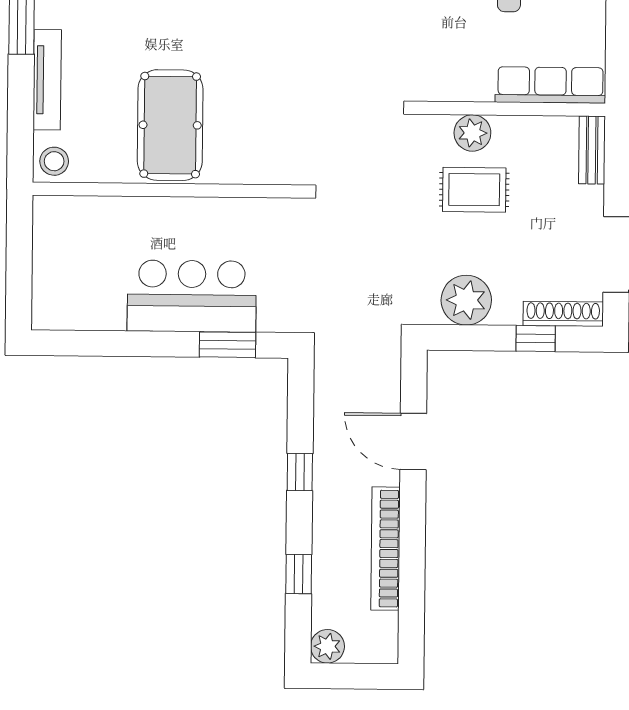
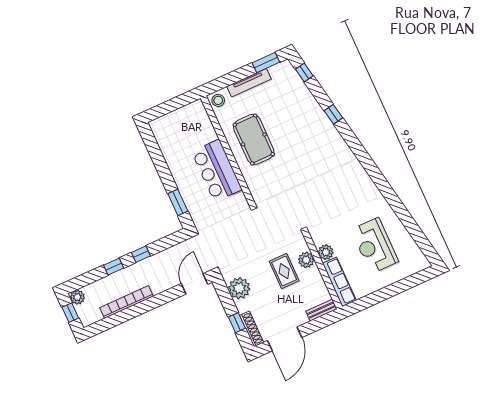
plant: (475, 84) -> (326, 252), added
pool table: (170, 125) -> (254, 139), turned 90
bar counter: (192, 296) -> (217, 171), moved, turned 180
door: (413, 441) -> (195, 284), moved
window: (299, 574) -> (114, 267), moved
window: (353, 676) -> (70, 313), added

